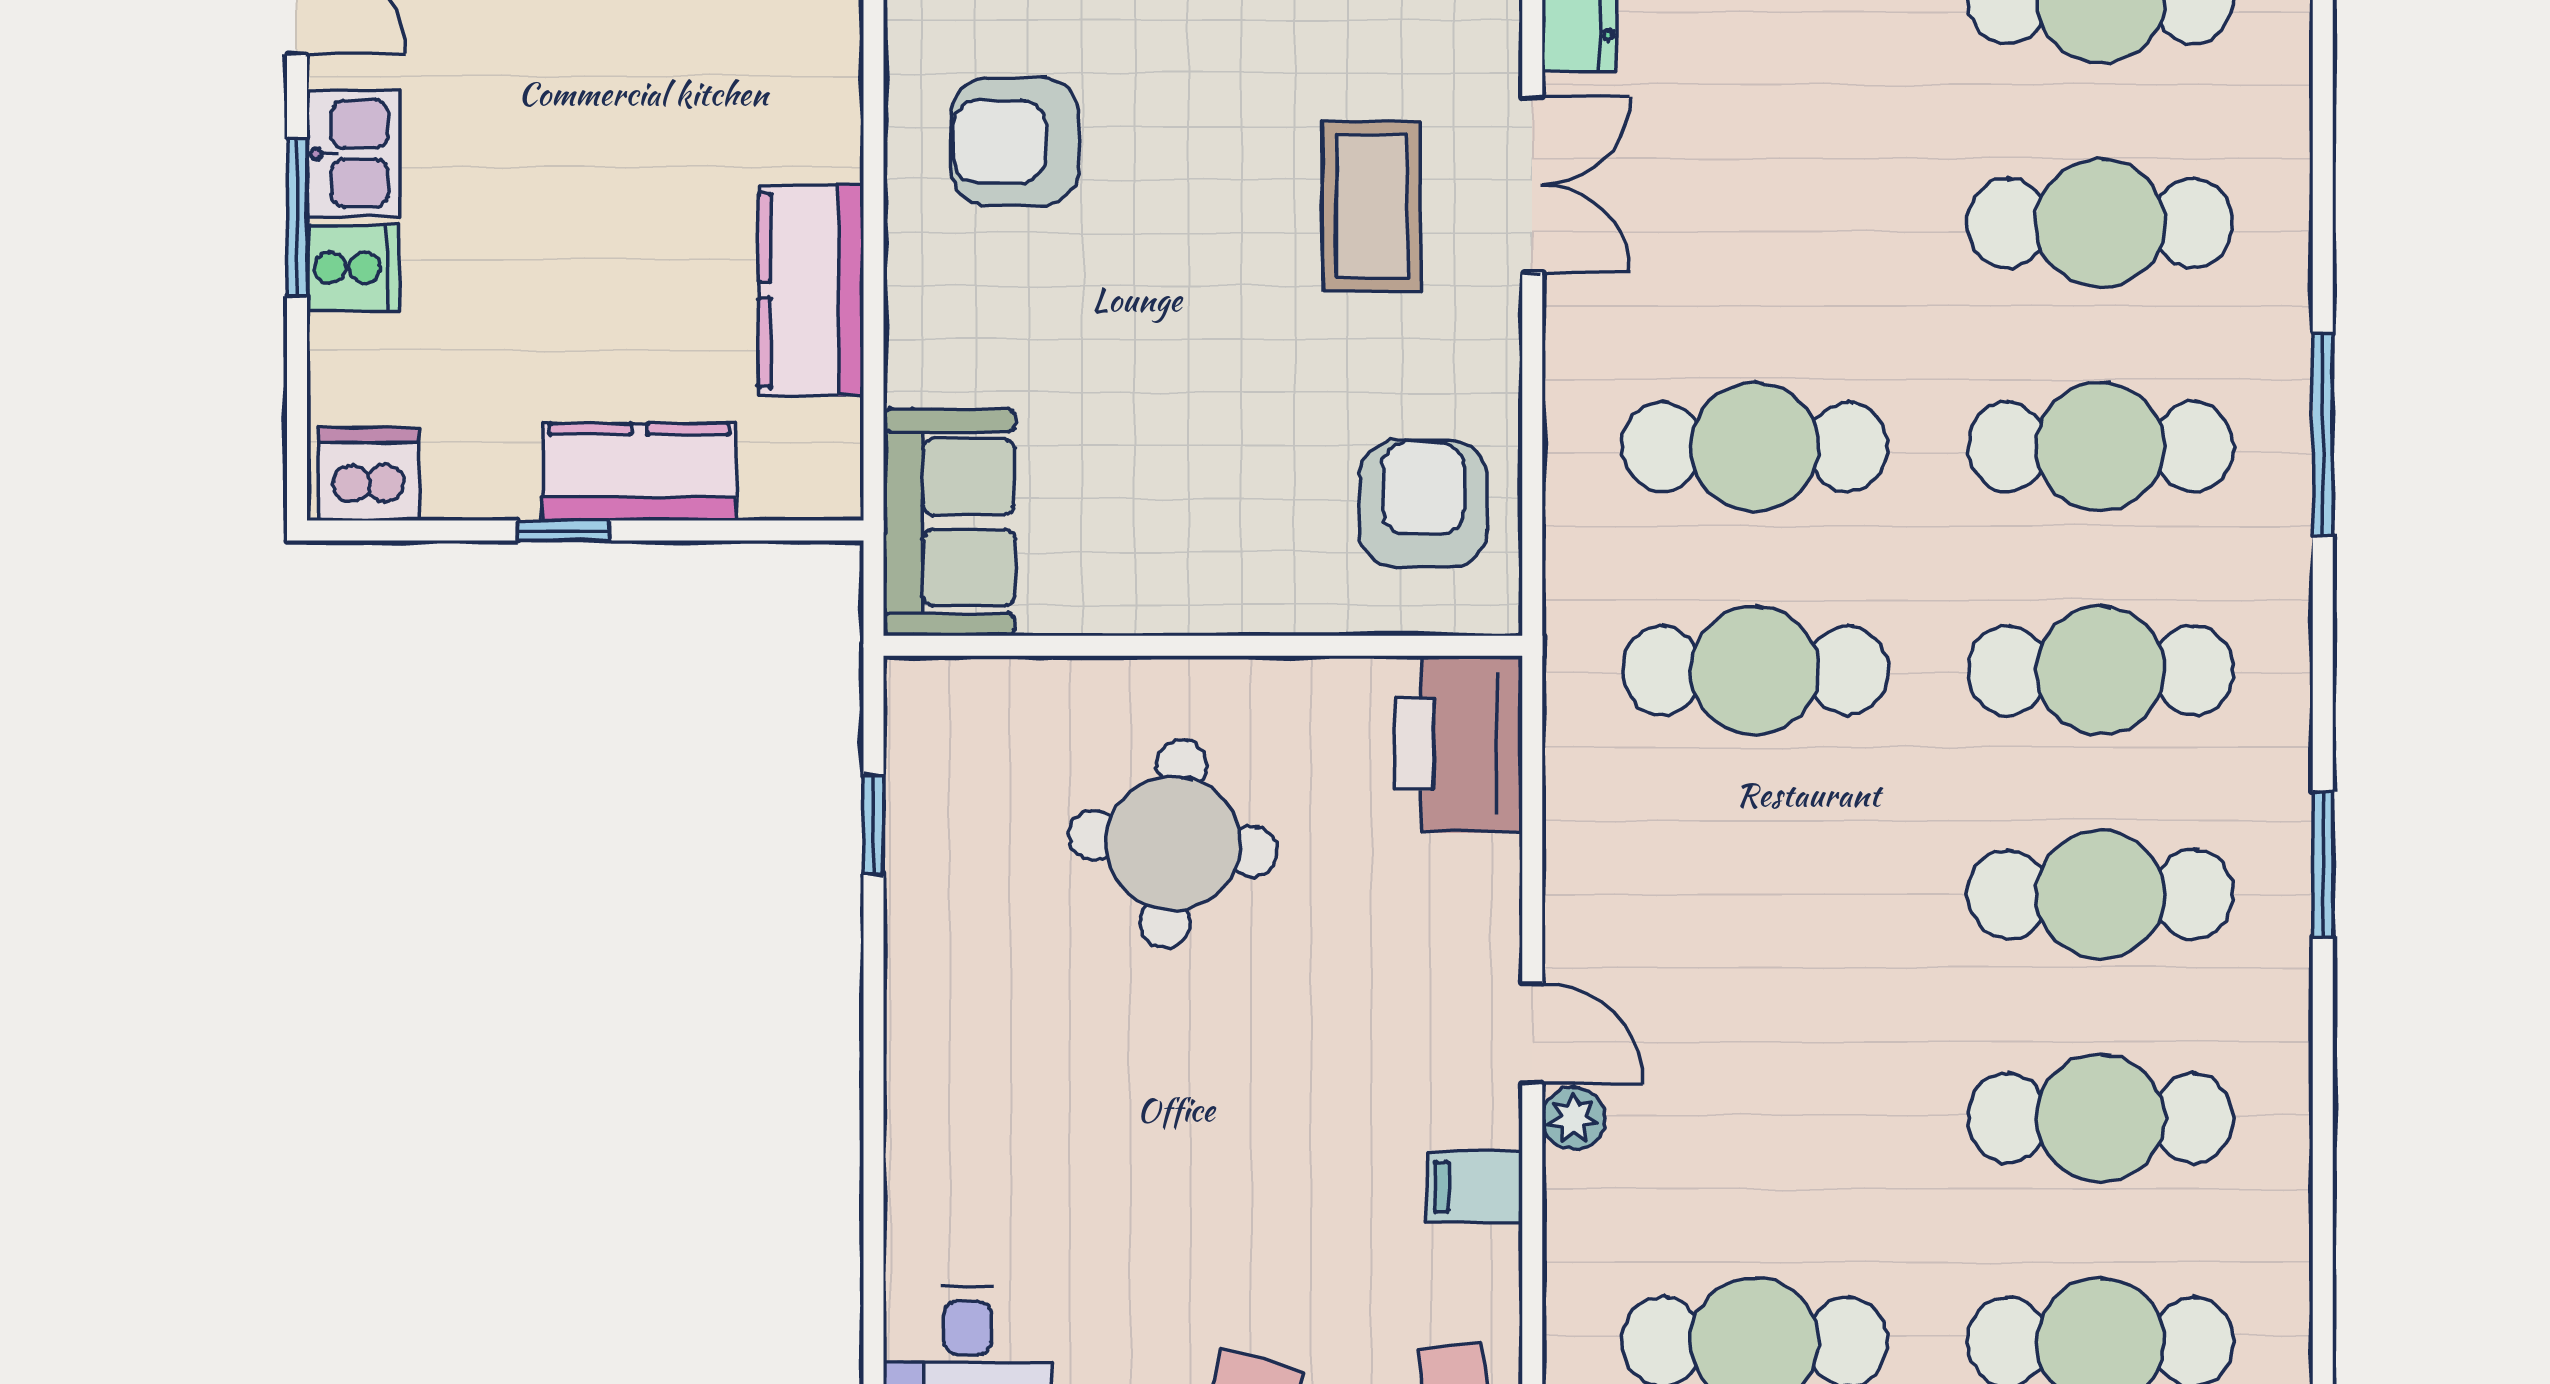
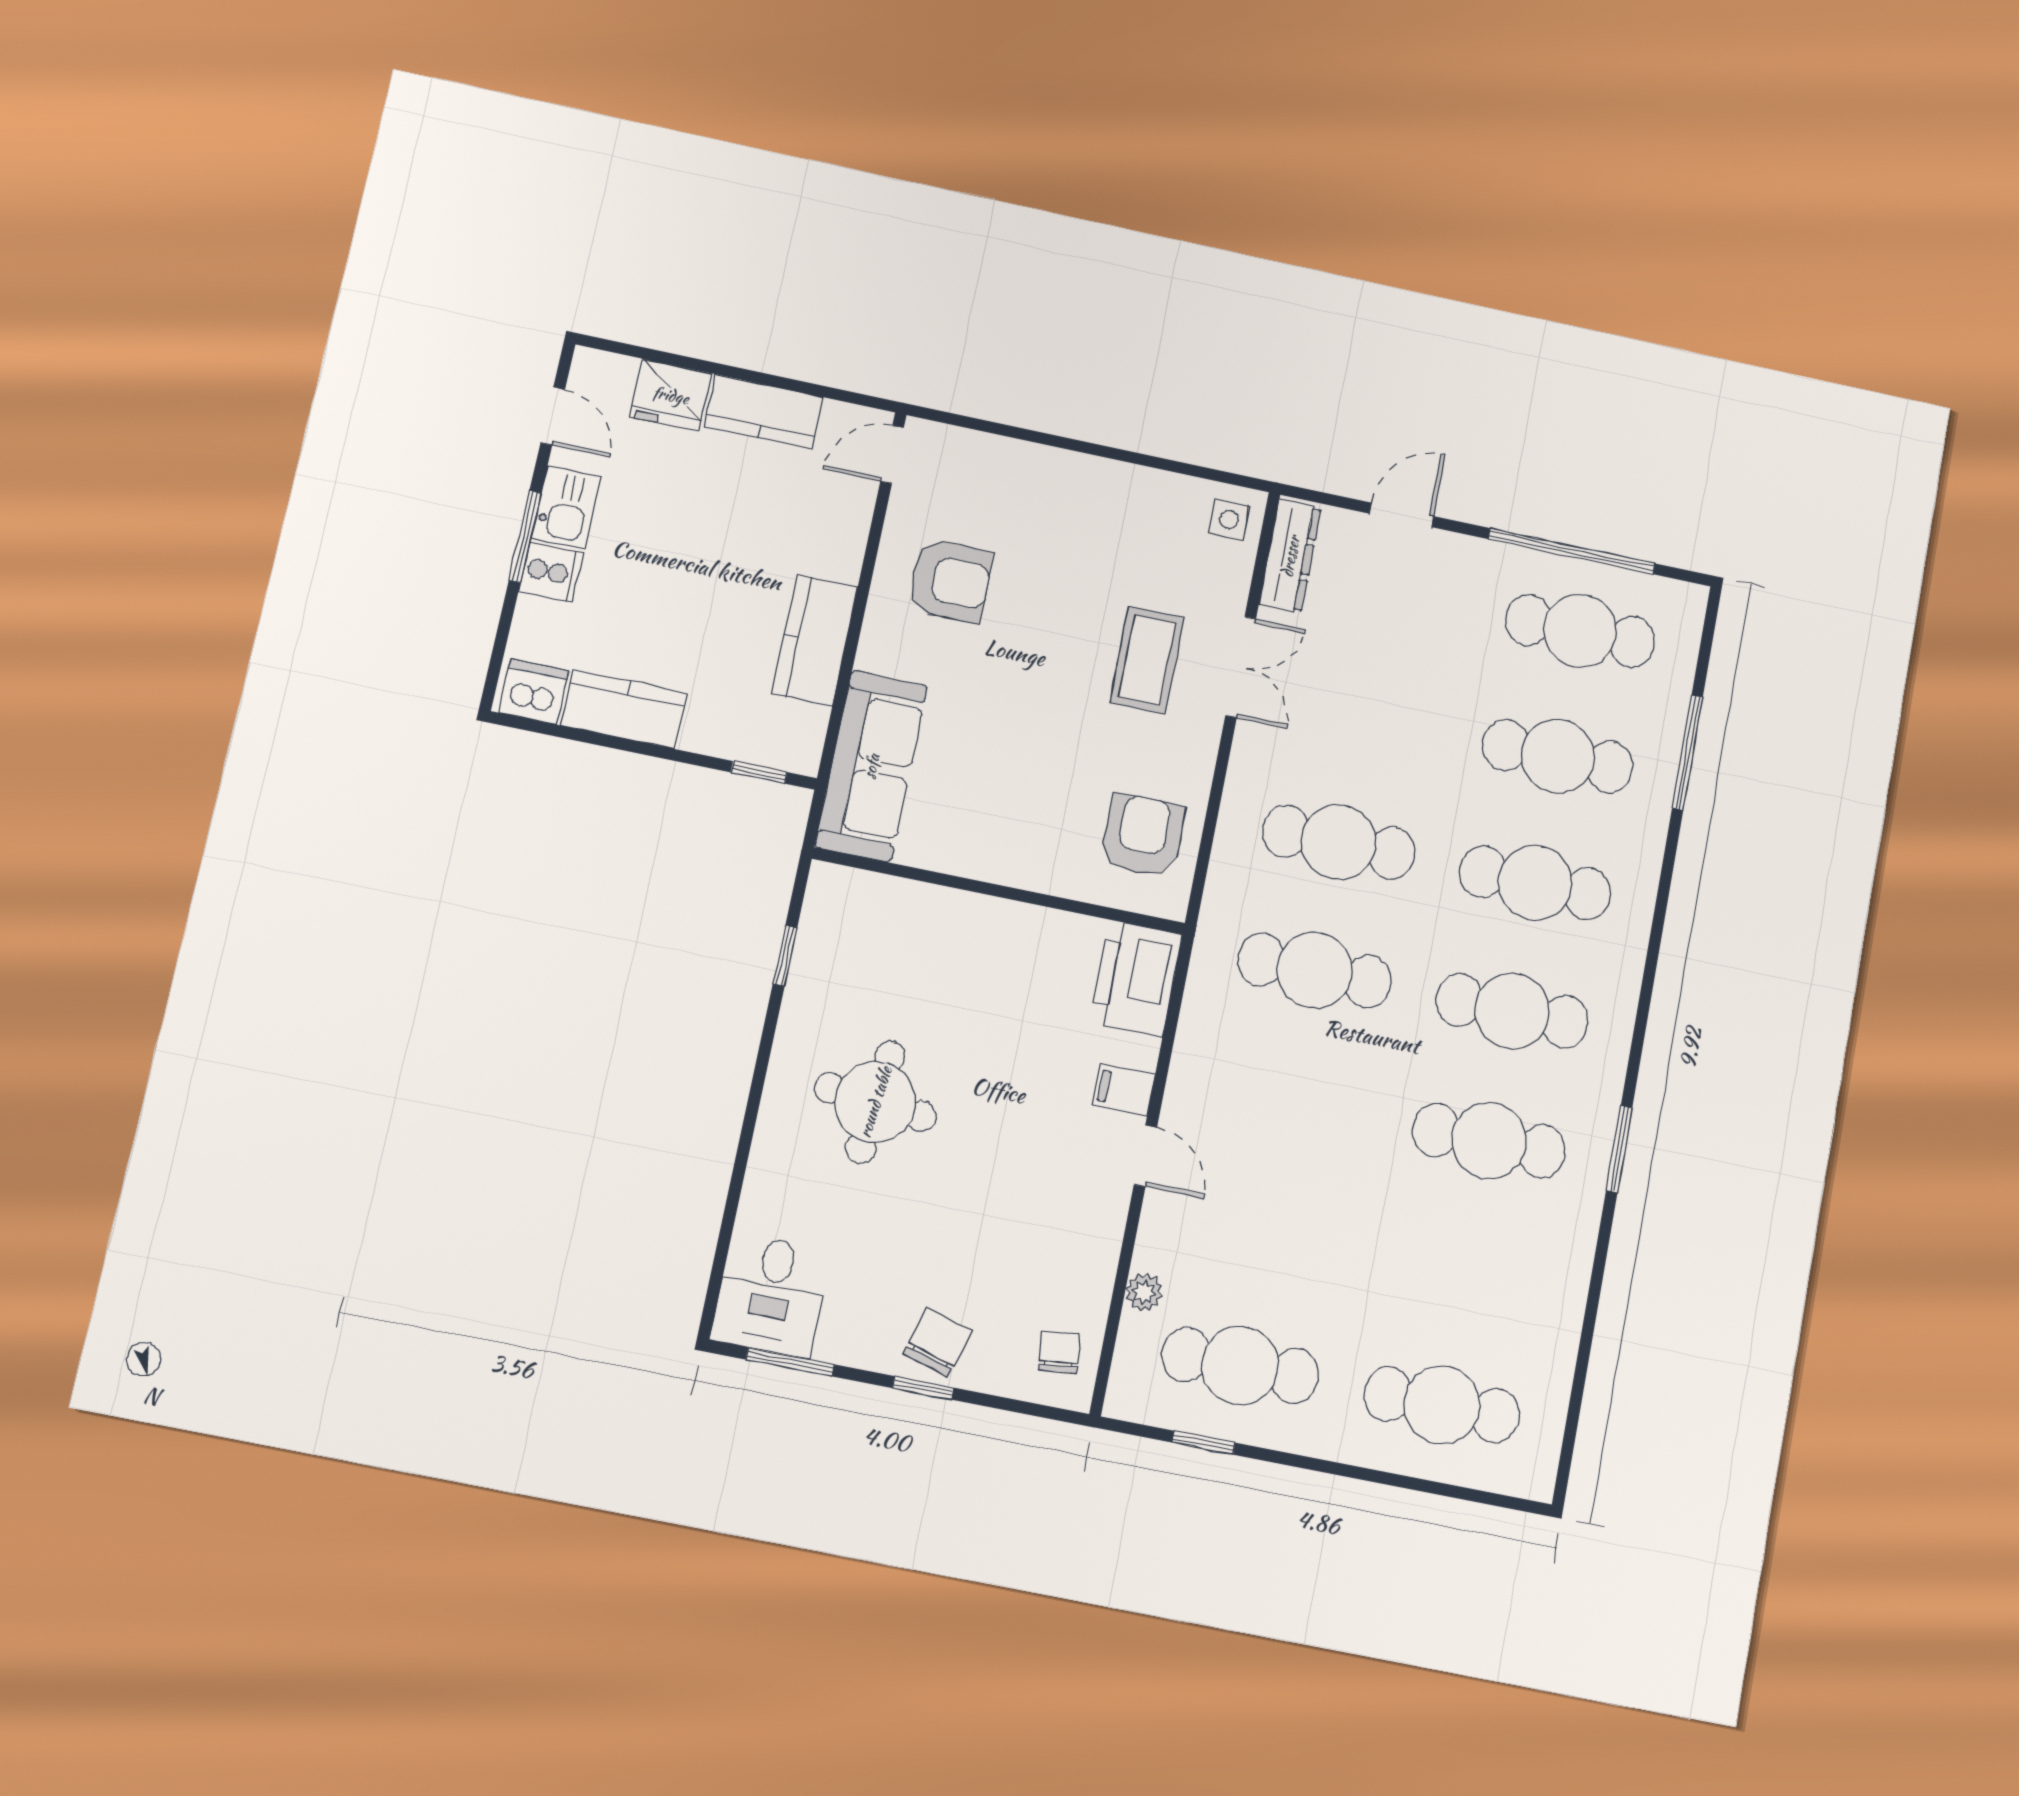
armchair: (1015, 141) -> (950, 581), turned 180
window: (2323, 434) -> (1687, 753), moved
kitchen counter: (639, 472) -> (624, 709), moved
sofa: (949, 522) -> (871, 766), width x1.36
window: (563, 530) -> (759, 772), moved
round table: (1173, 844) -> (875, 1102), moved
plant: (1573, 1118) -> (1144, 1292), moved
cafe table: (2100, 1118) -> (1466, 1272), removed
filing cabinet: (1475, 1187) -> (1124, 1090), moved

